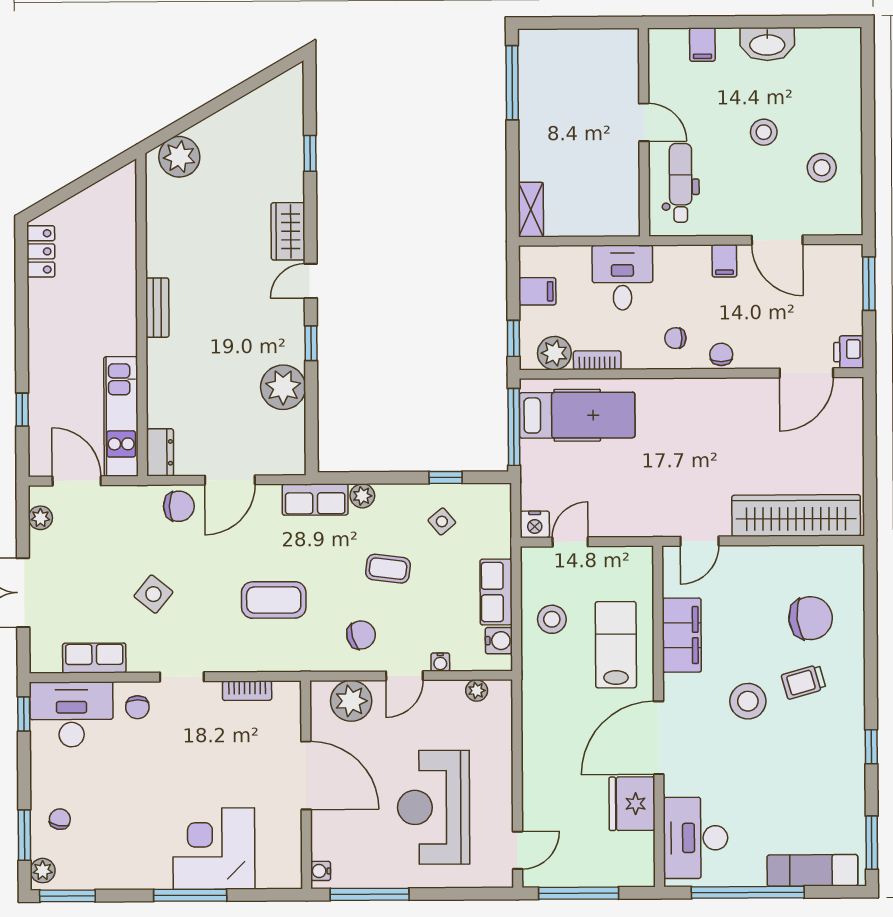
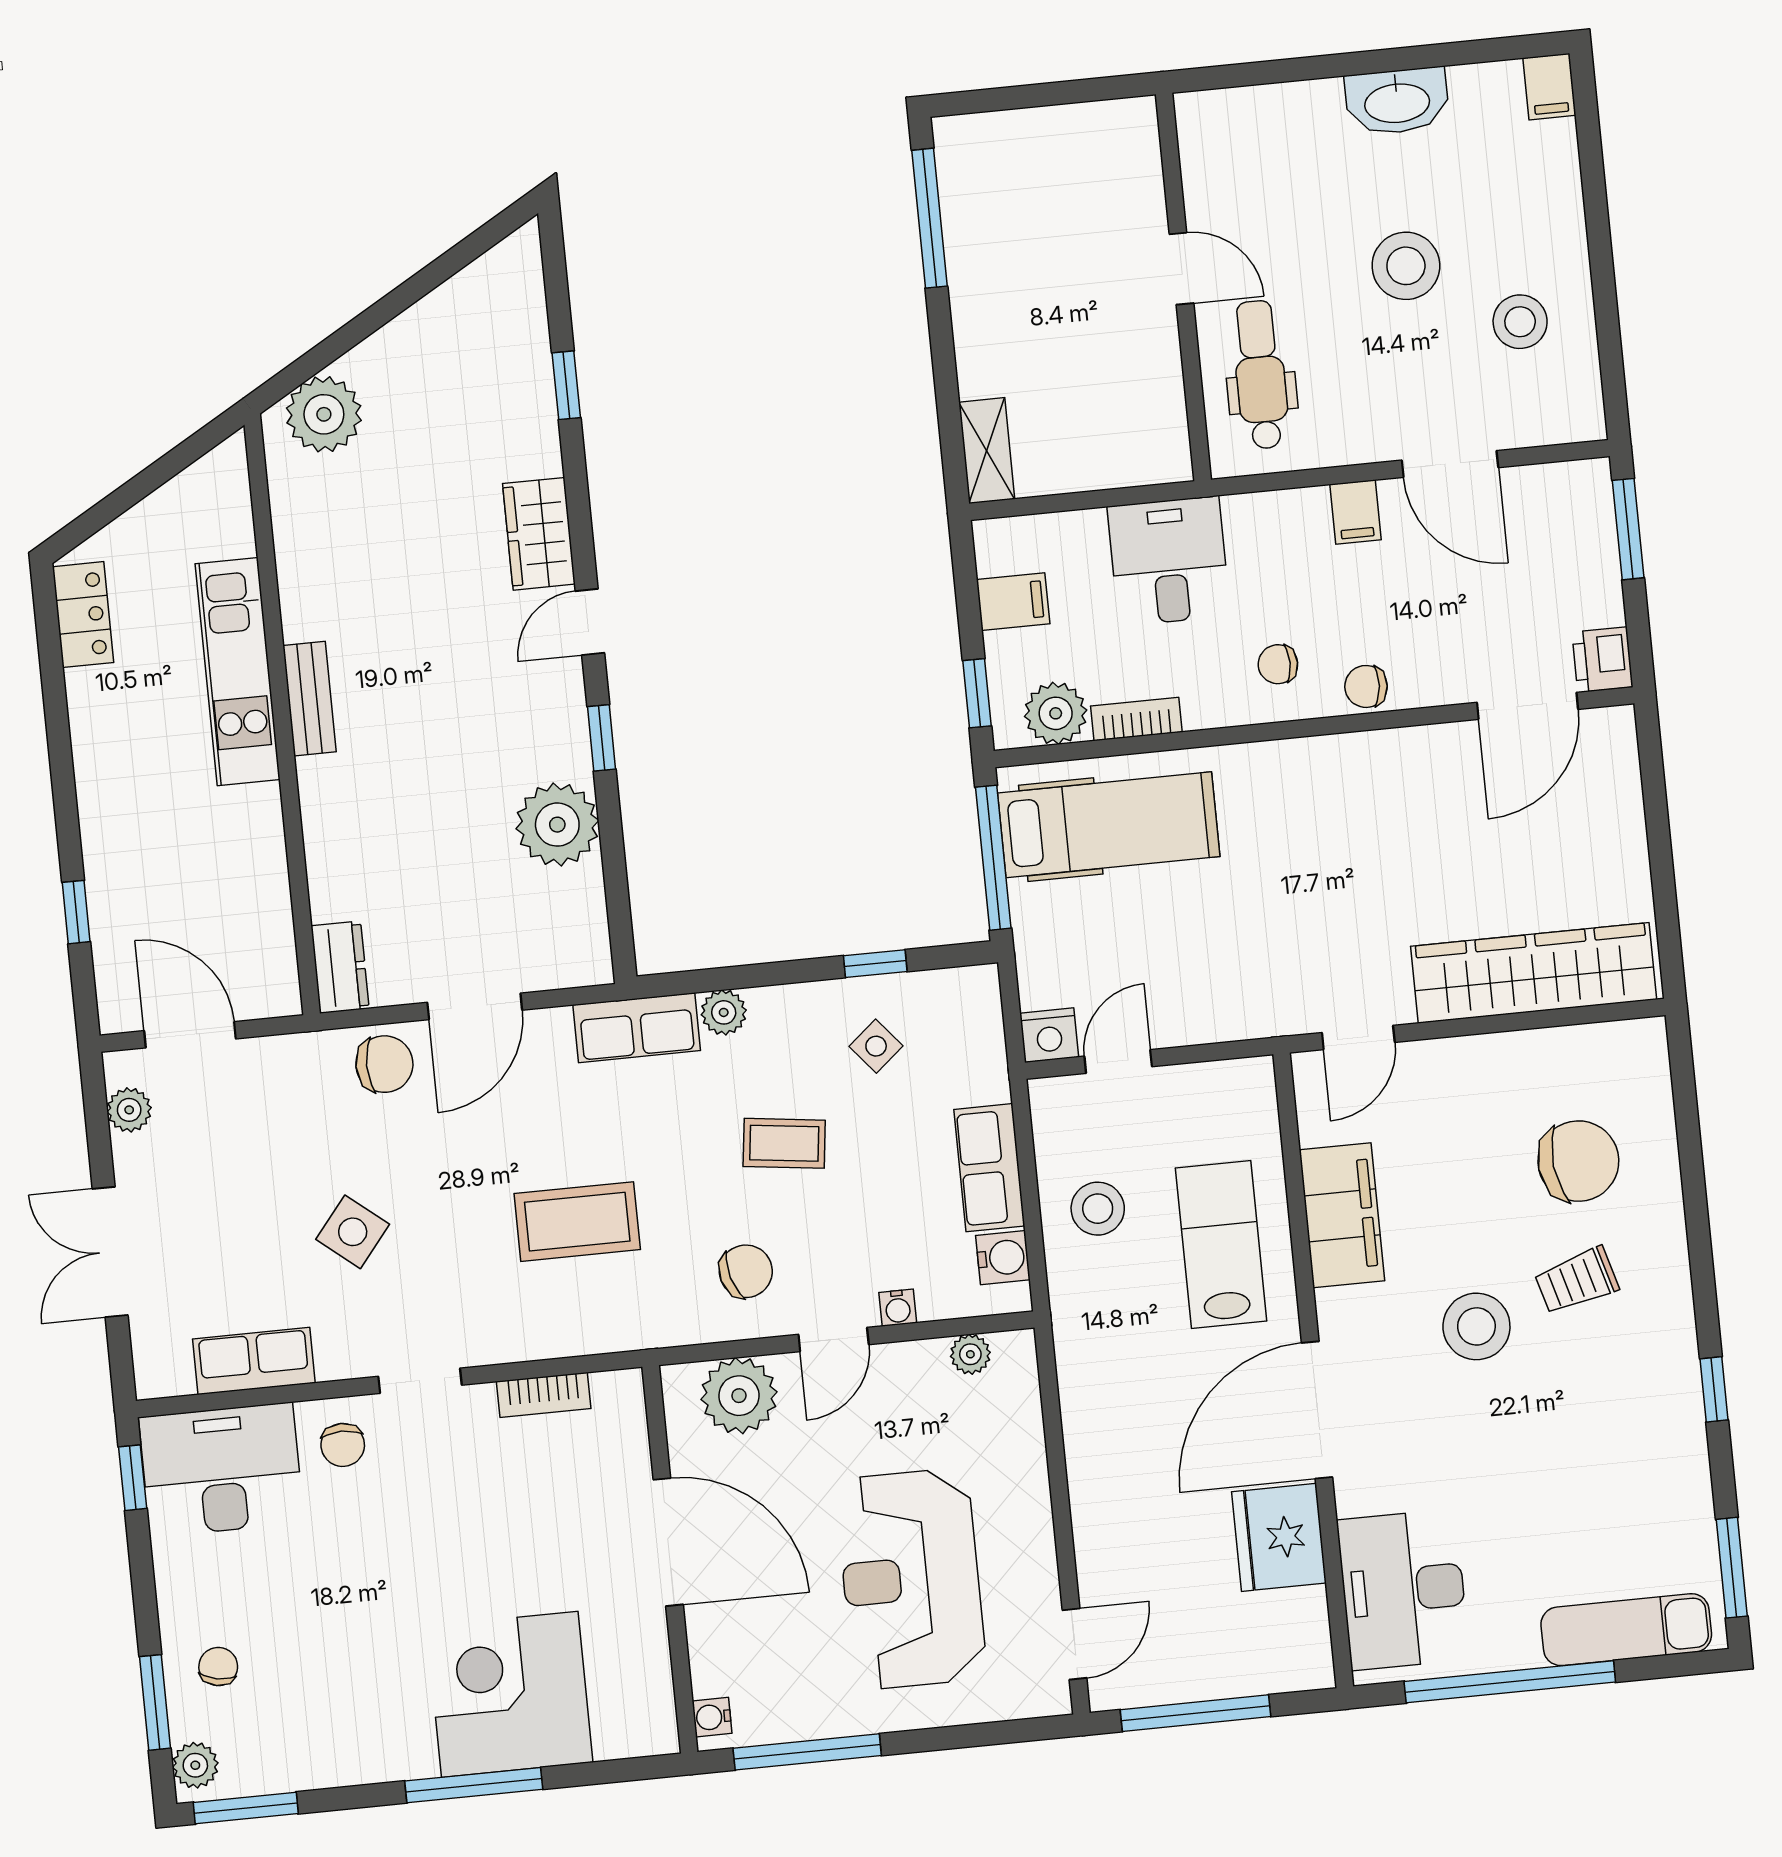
filing cabinet: (702, 45) -> (1549, 87), moved
stool: (764, 132) -> (1406, 266), width x1.38, depth x1.38
chair: (721, 354) -> (1366, 686), turned -86
kitchen unit: (121, 416) -> (238, 672), moved

